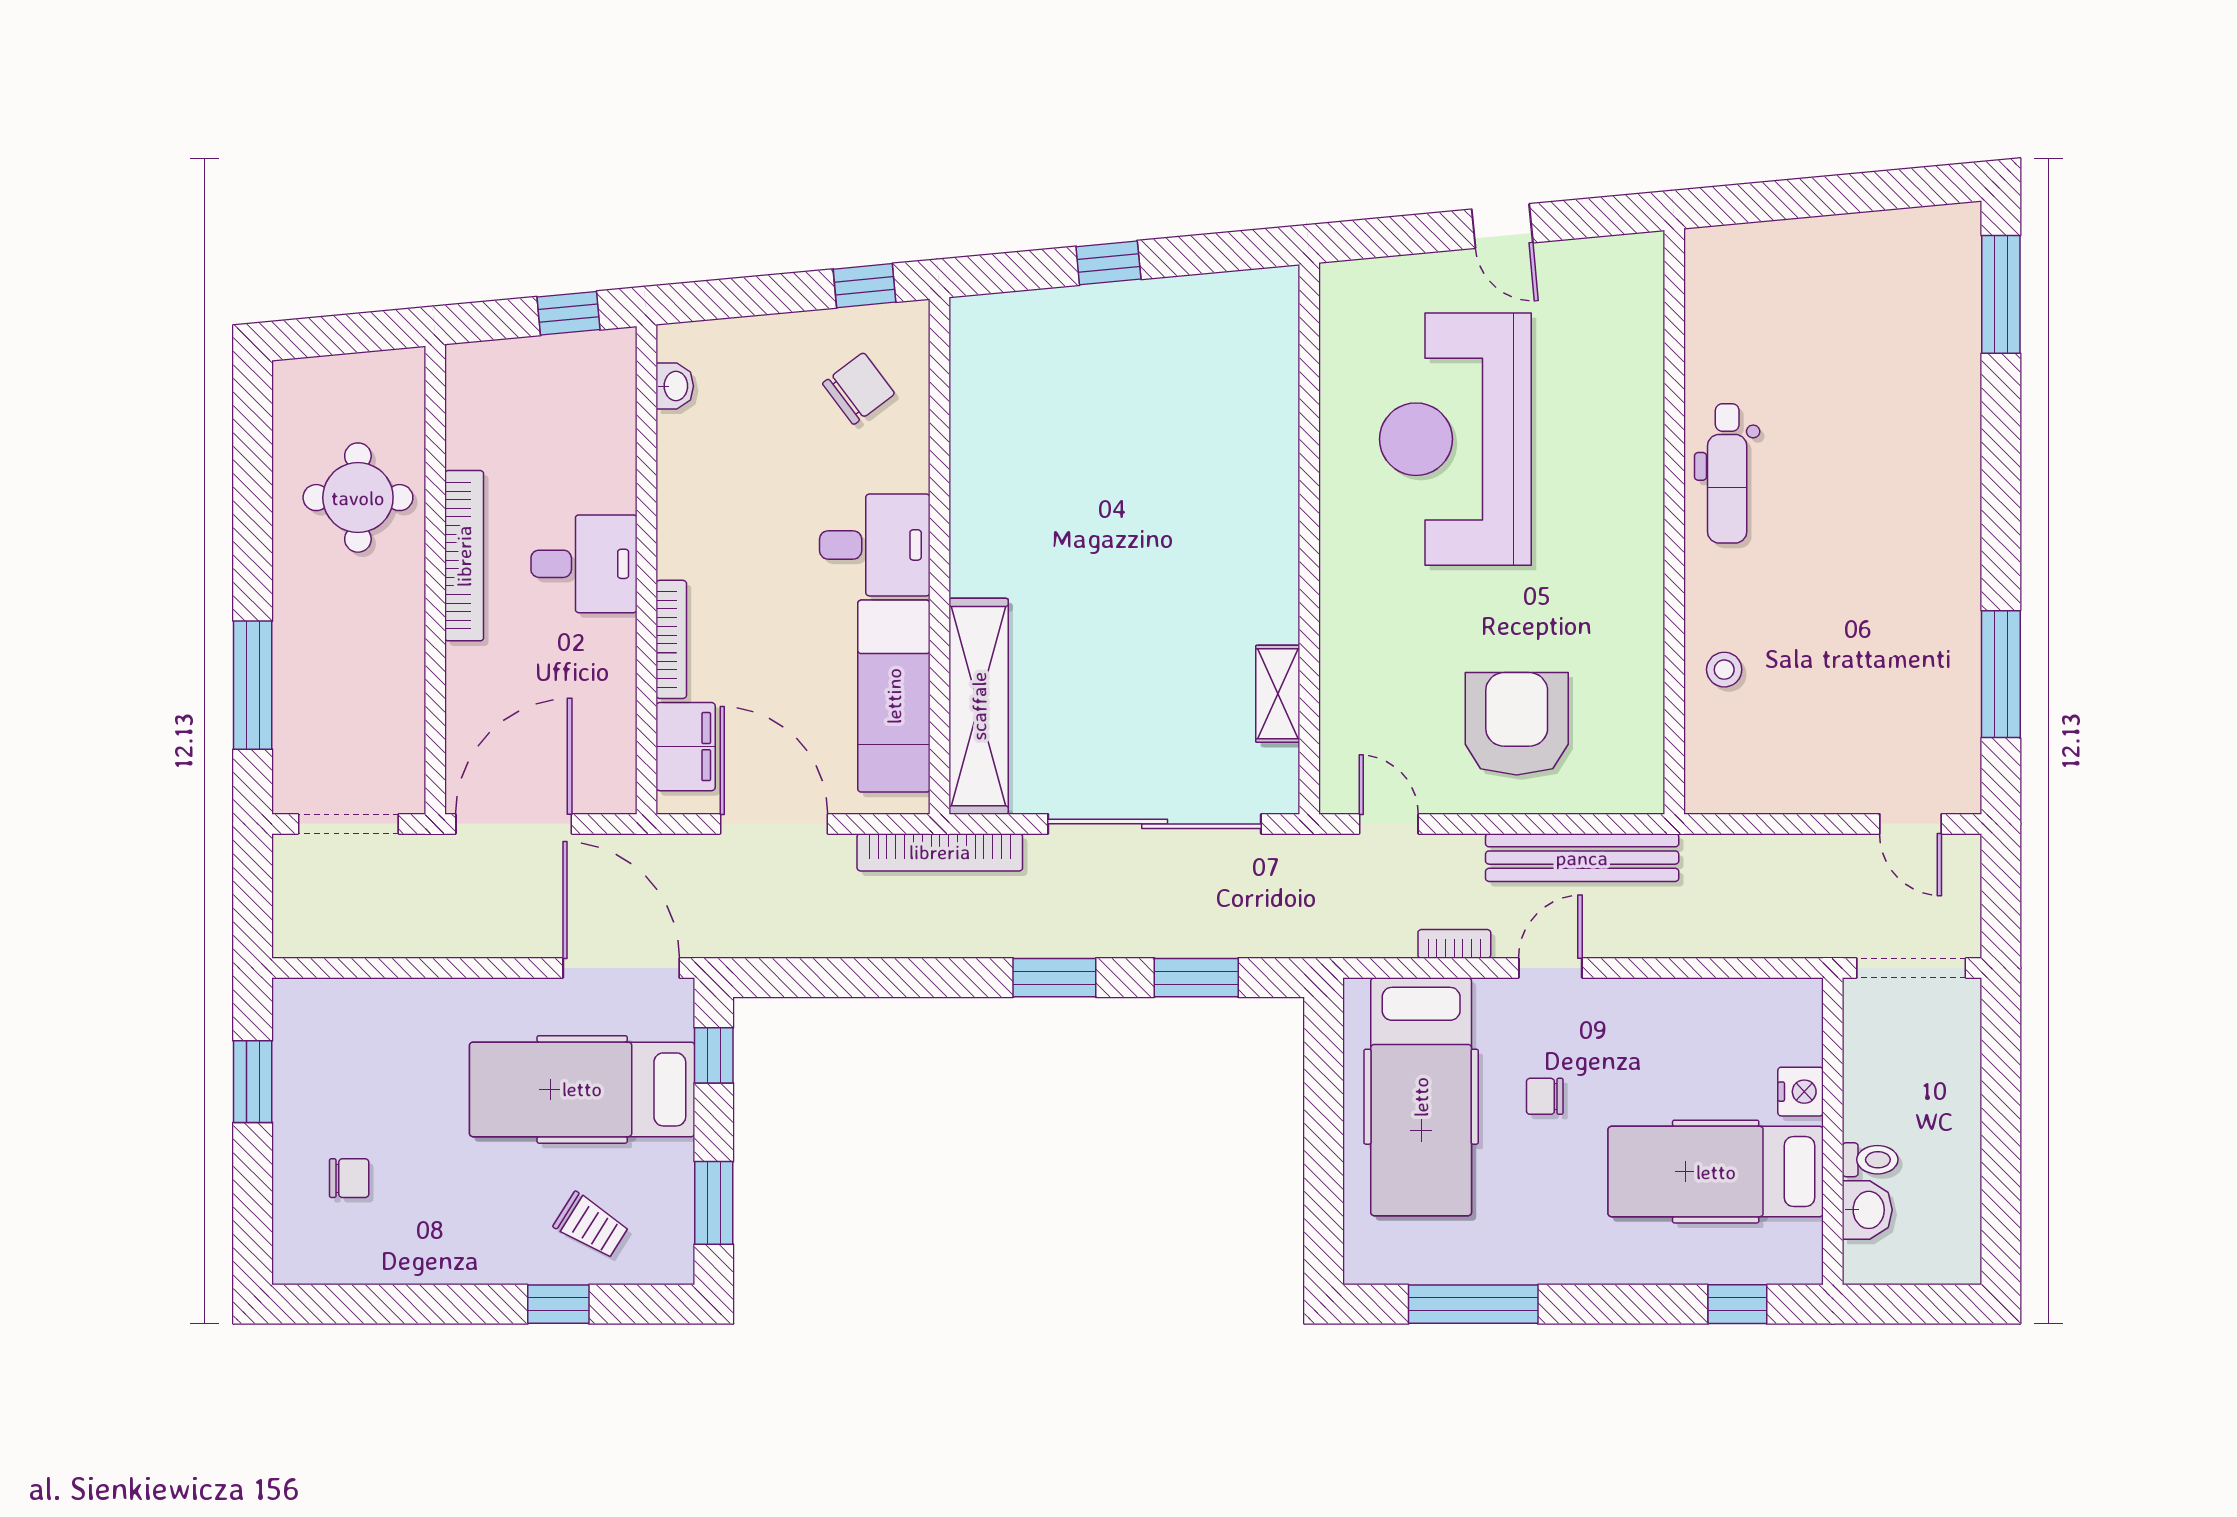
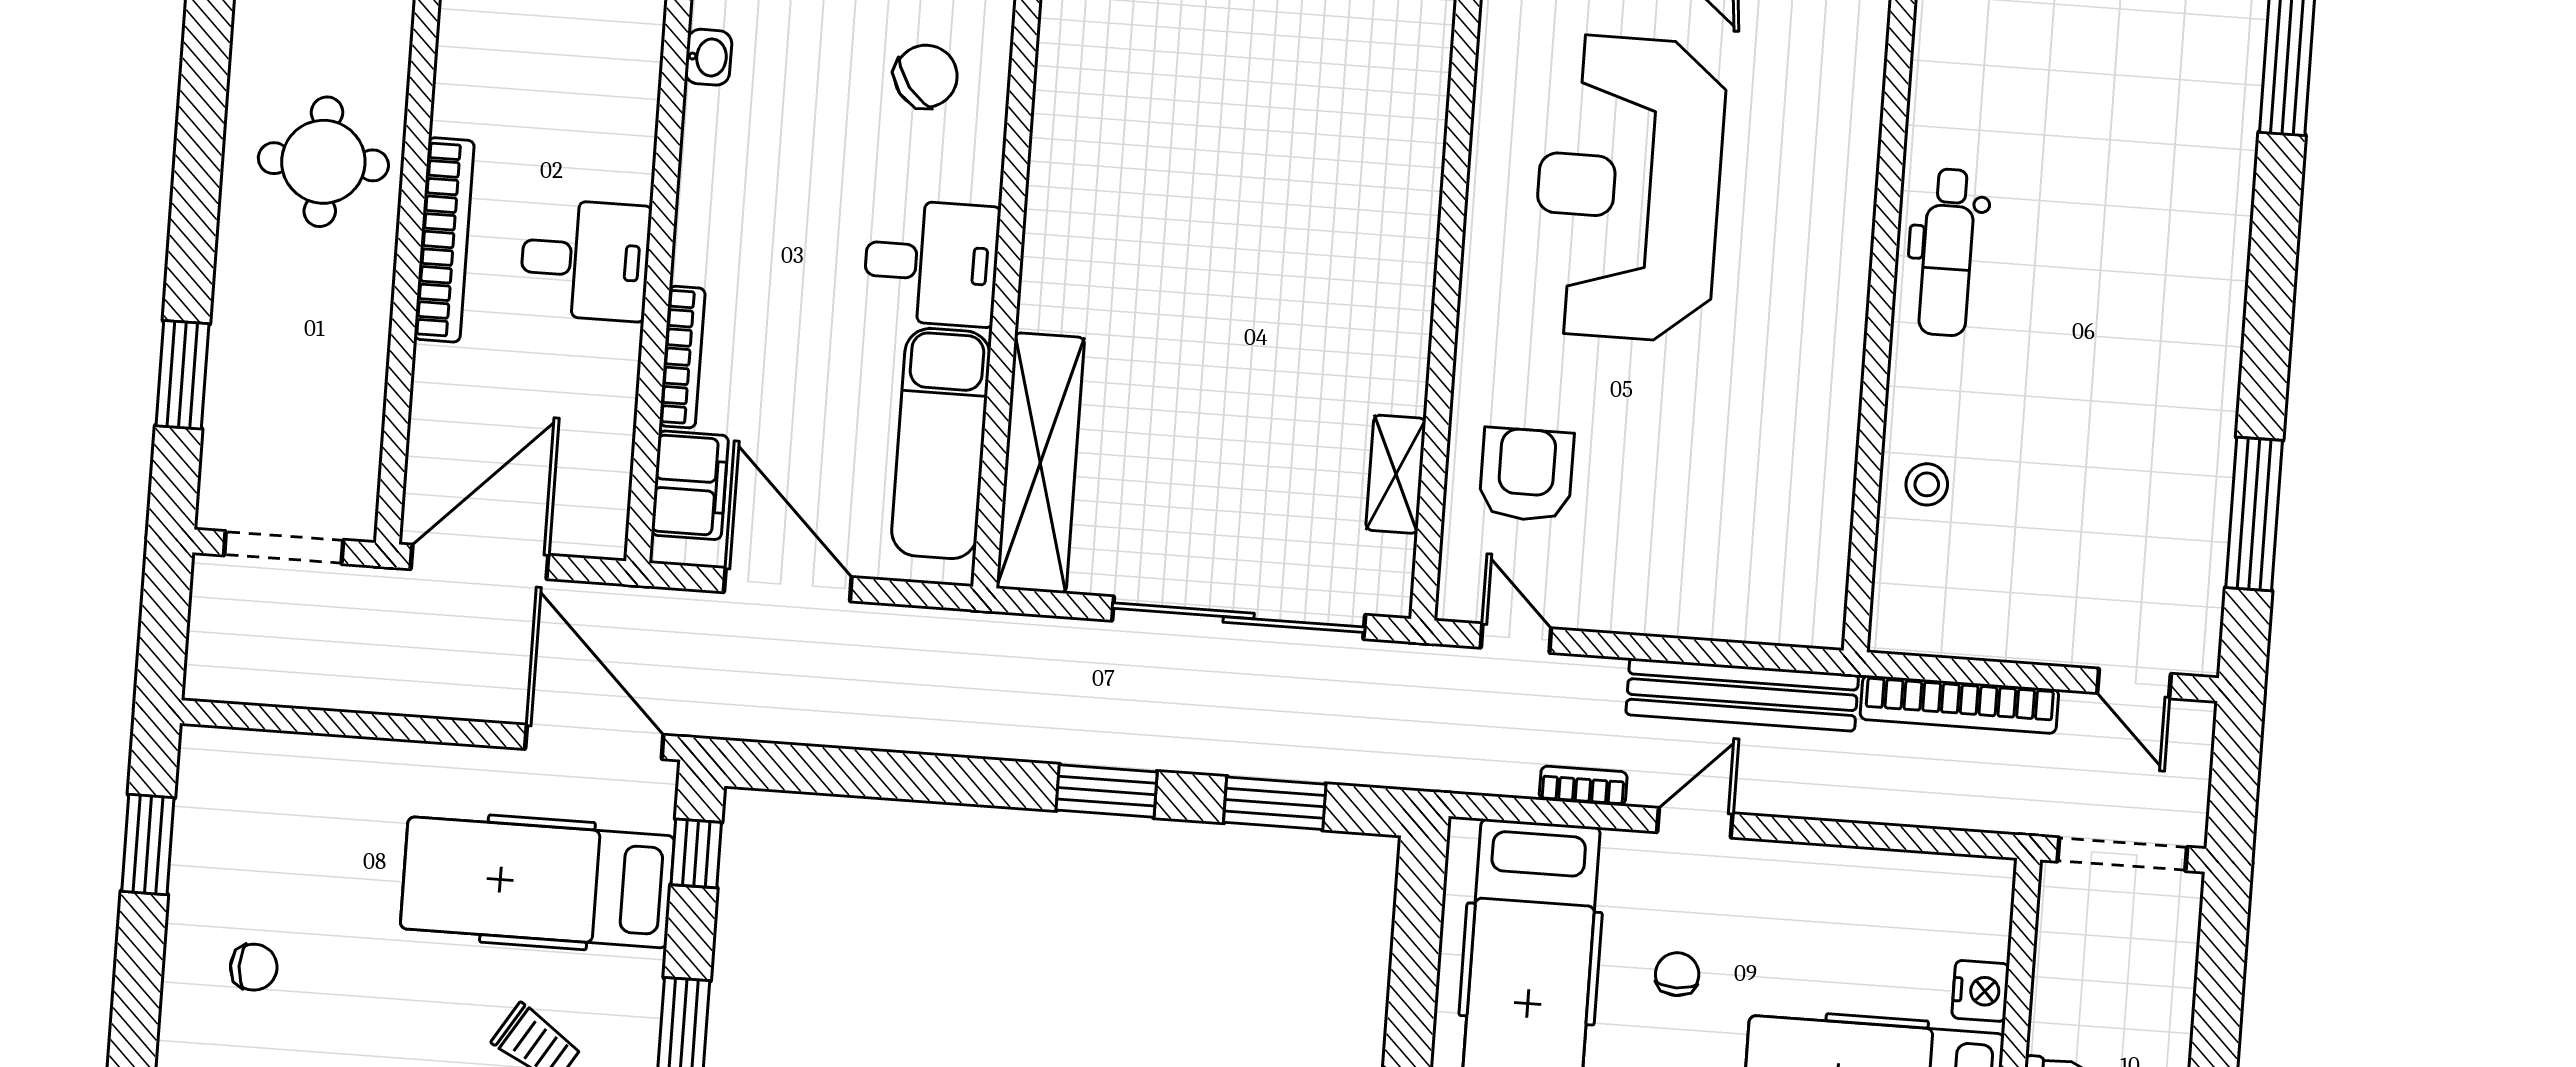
window: (253, 685) -> (182, 375), width x0.69
armchair: (1517, 724) -> (1526, 475), moved, width x0.73, depth x0.73
bookcase: (940, 852) -> (1959, 704), moved
chair: (1545, 1096) -> (1677, 974), turned 90

